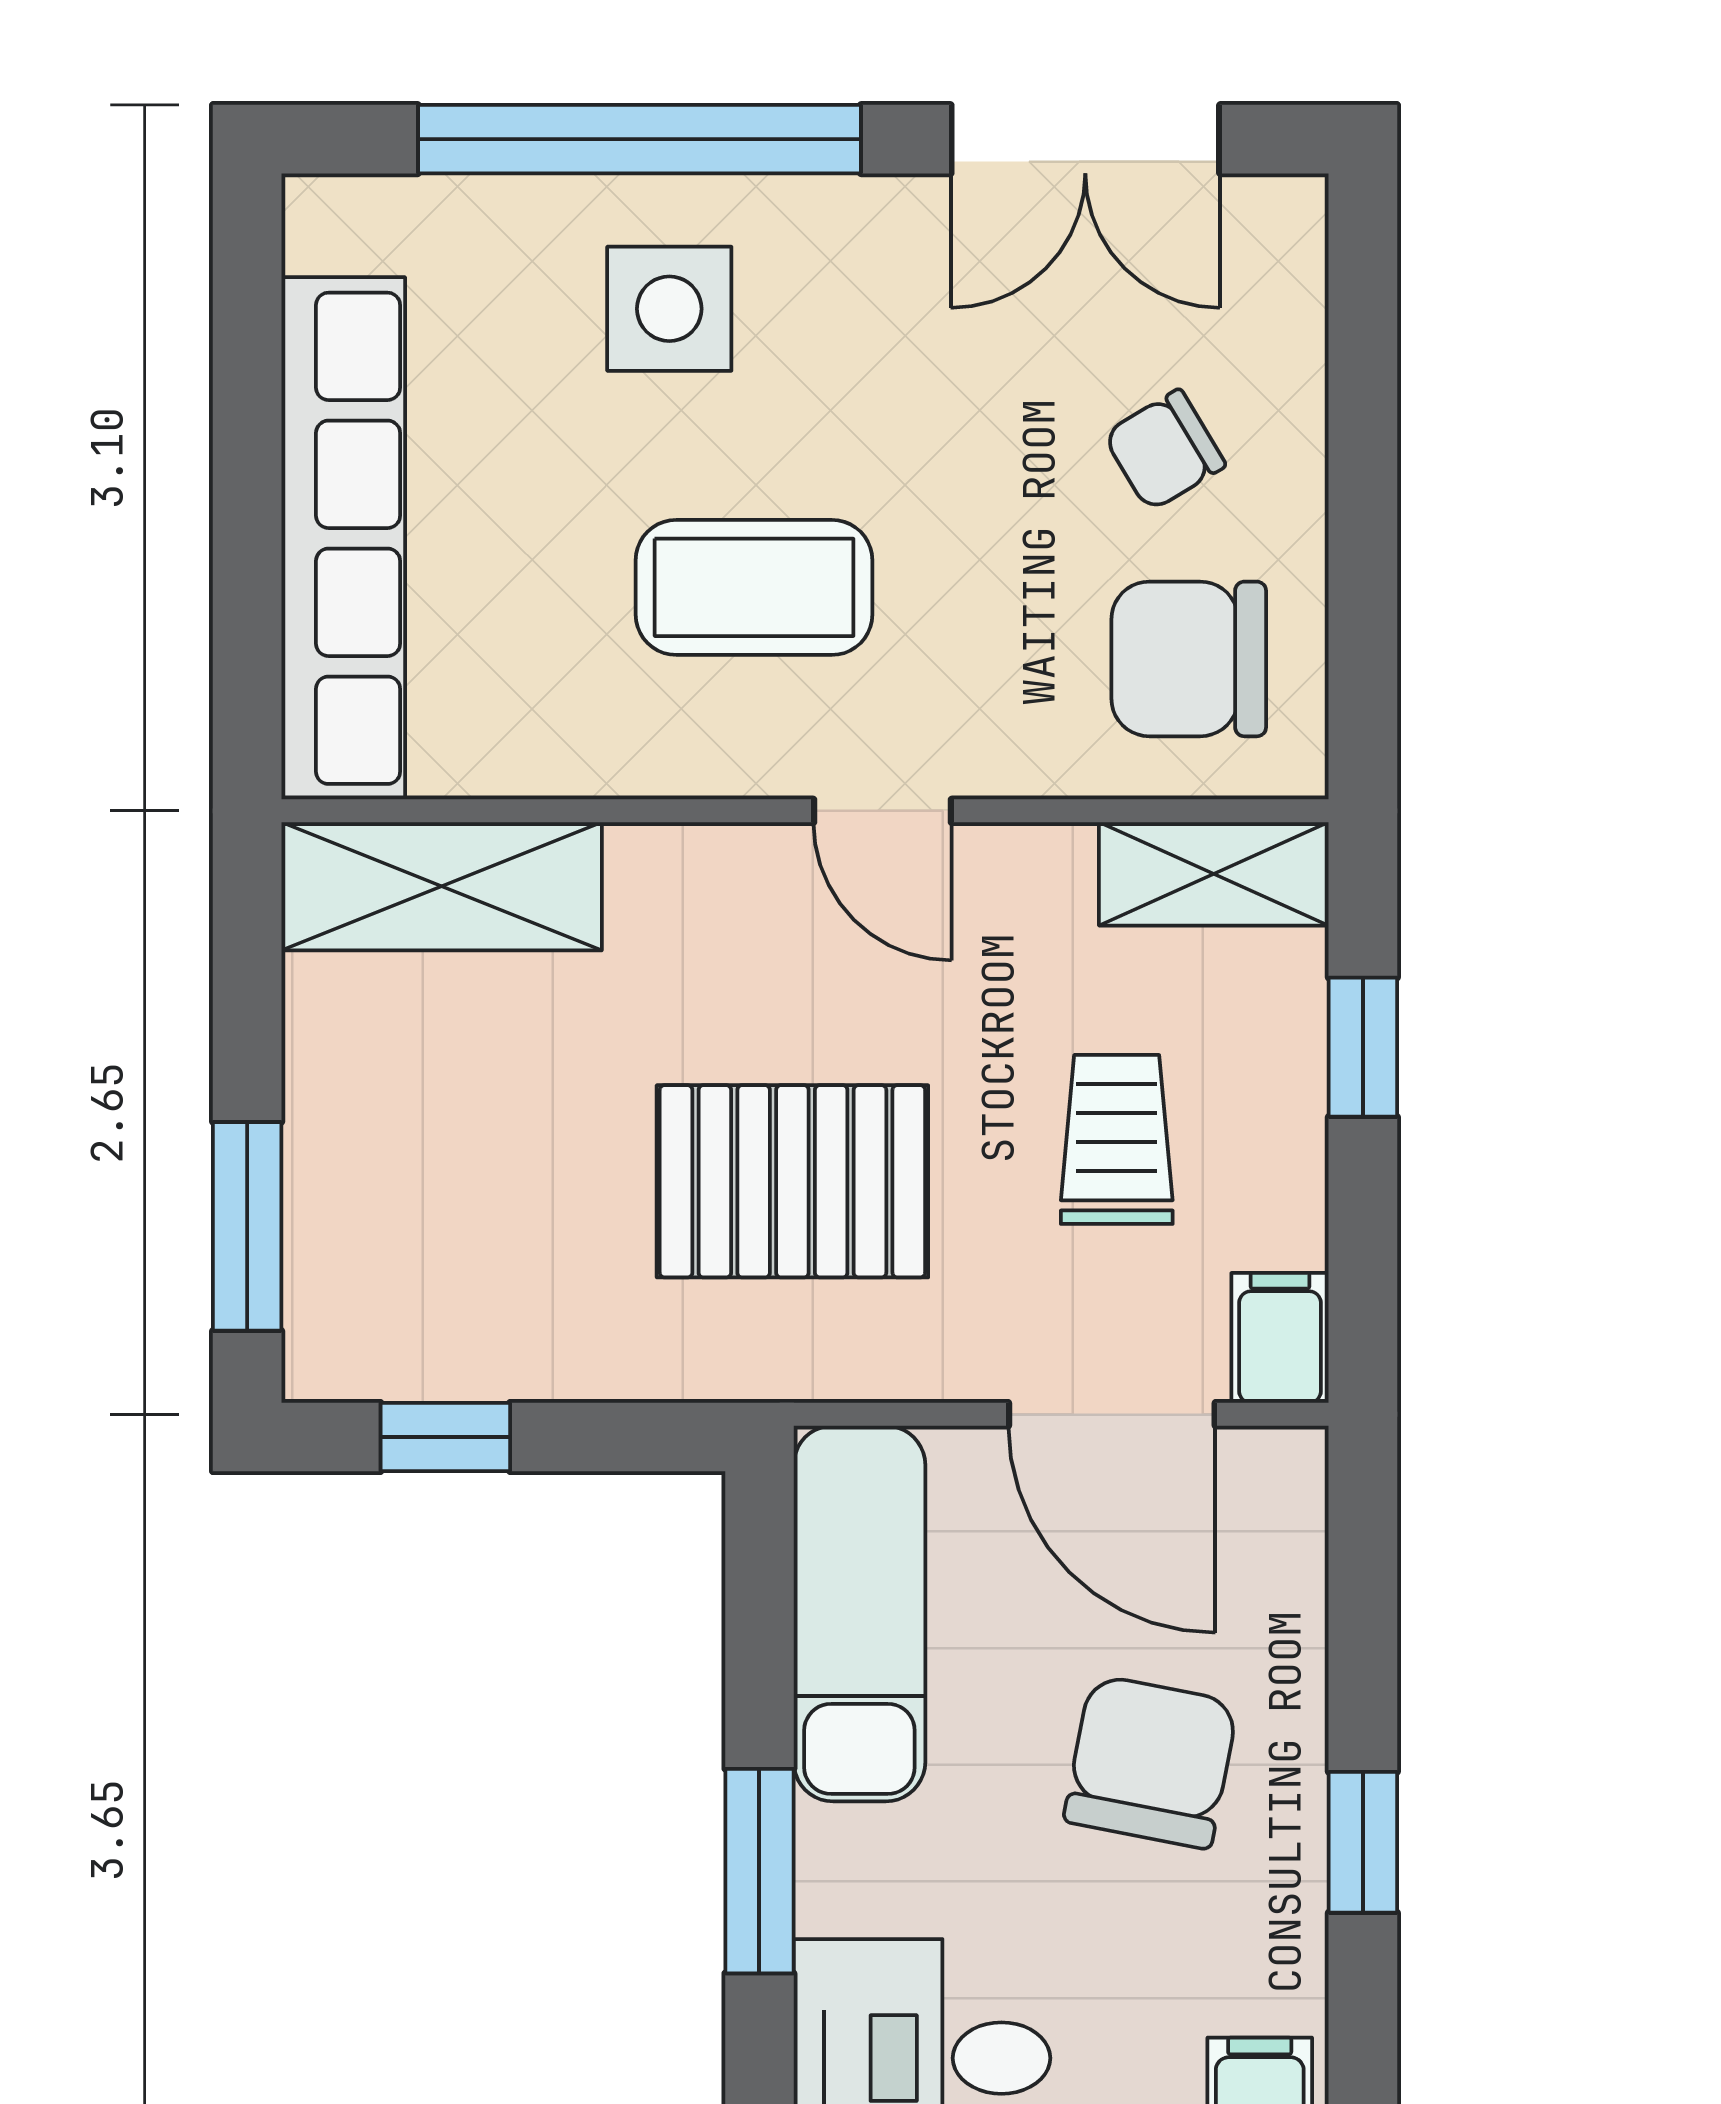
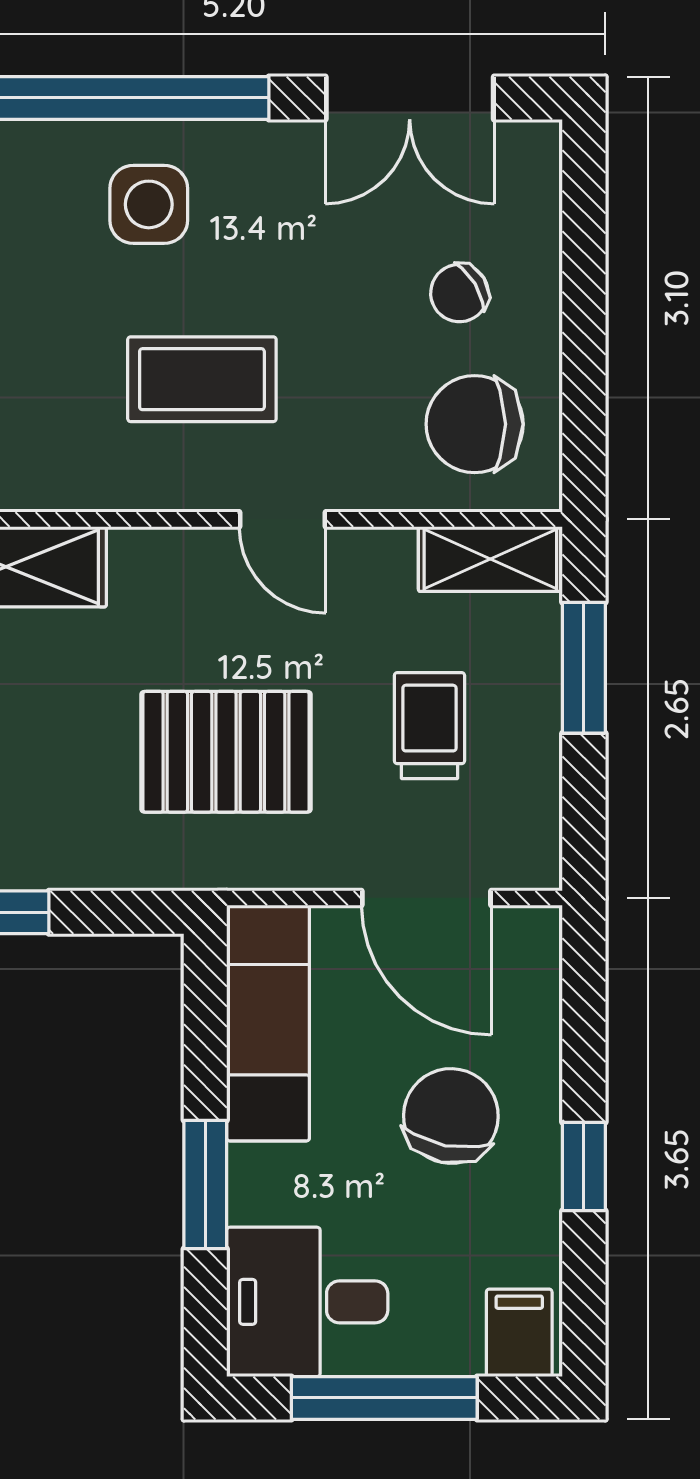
window: (1363, 1047) -> (584, 668), width x1.50
filing cabinet: (1280, 1338) -> (532, 850), removed

